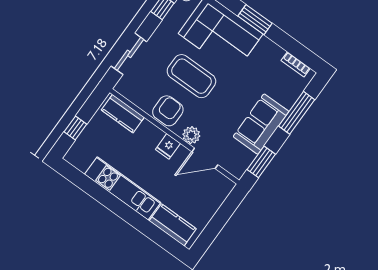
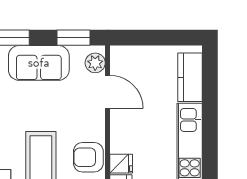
plant: (191, 135) -> (95, 63), moved
fridge: (168, 146) -> (121, 164), moved

